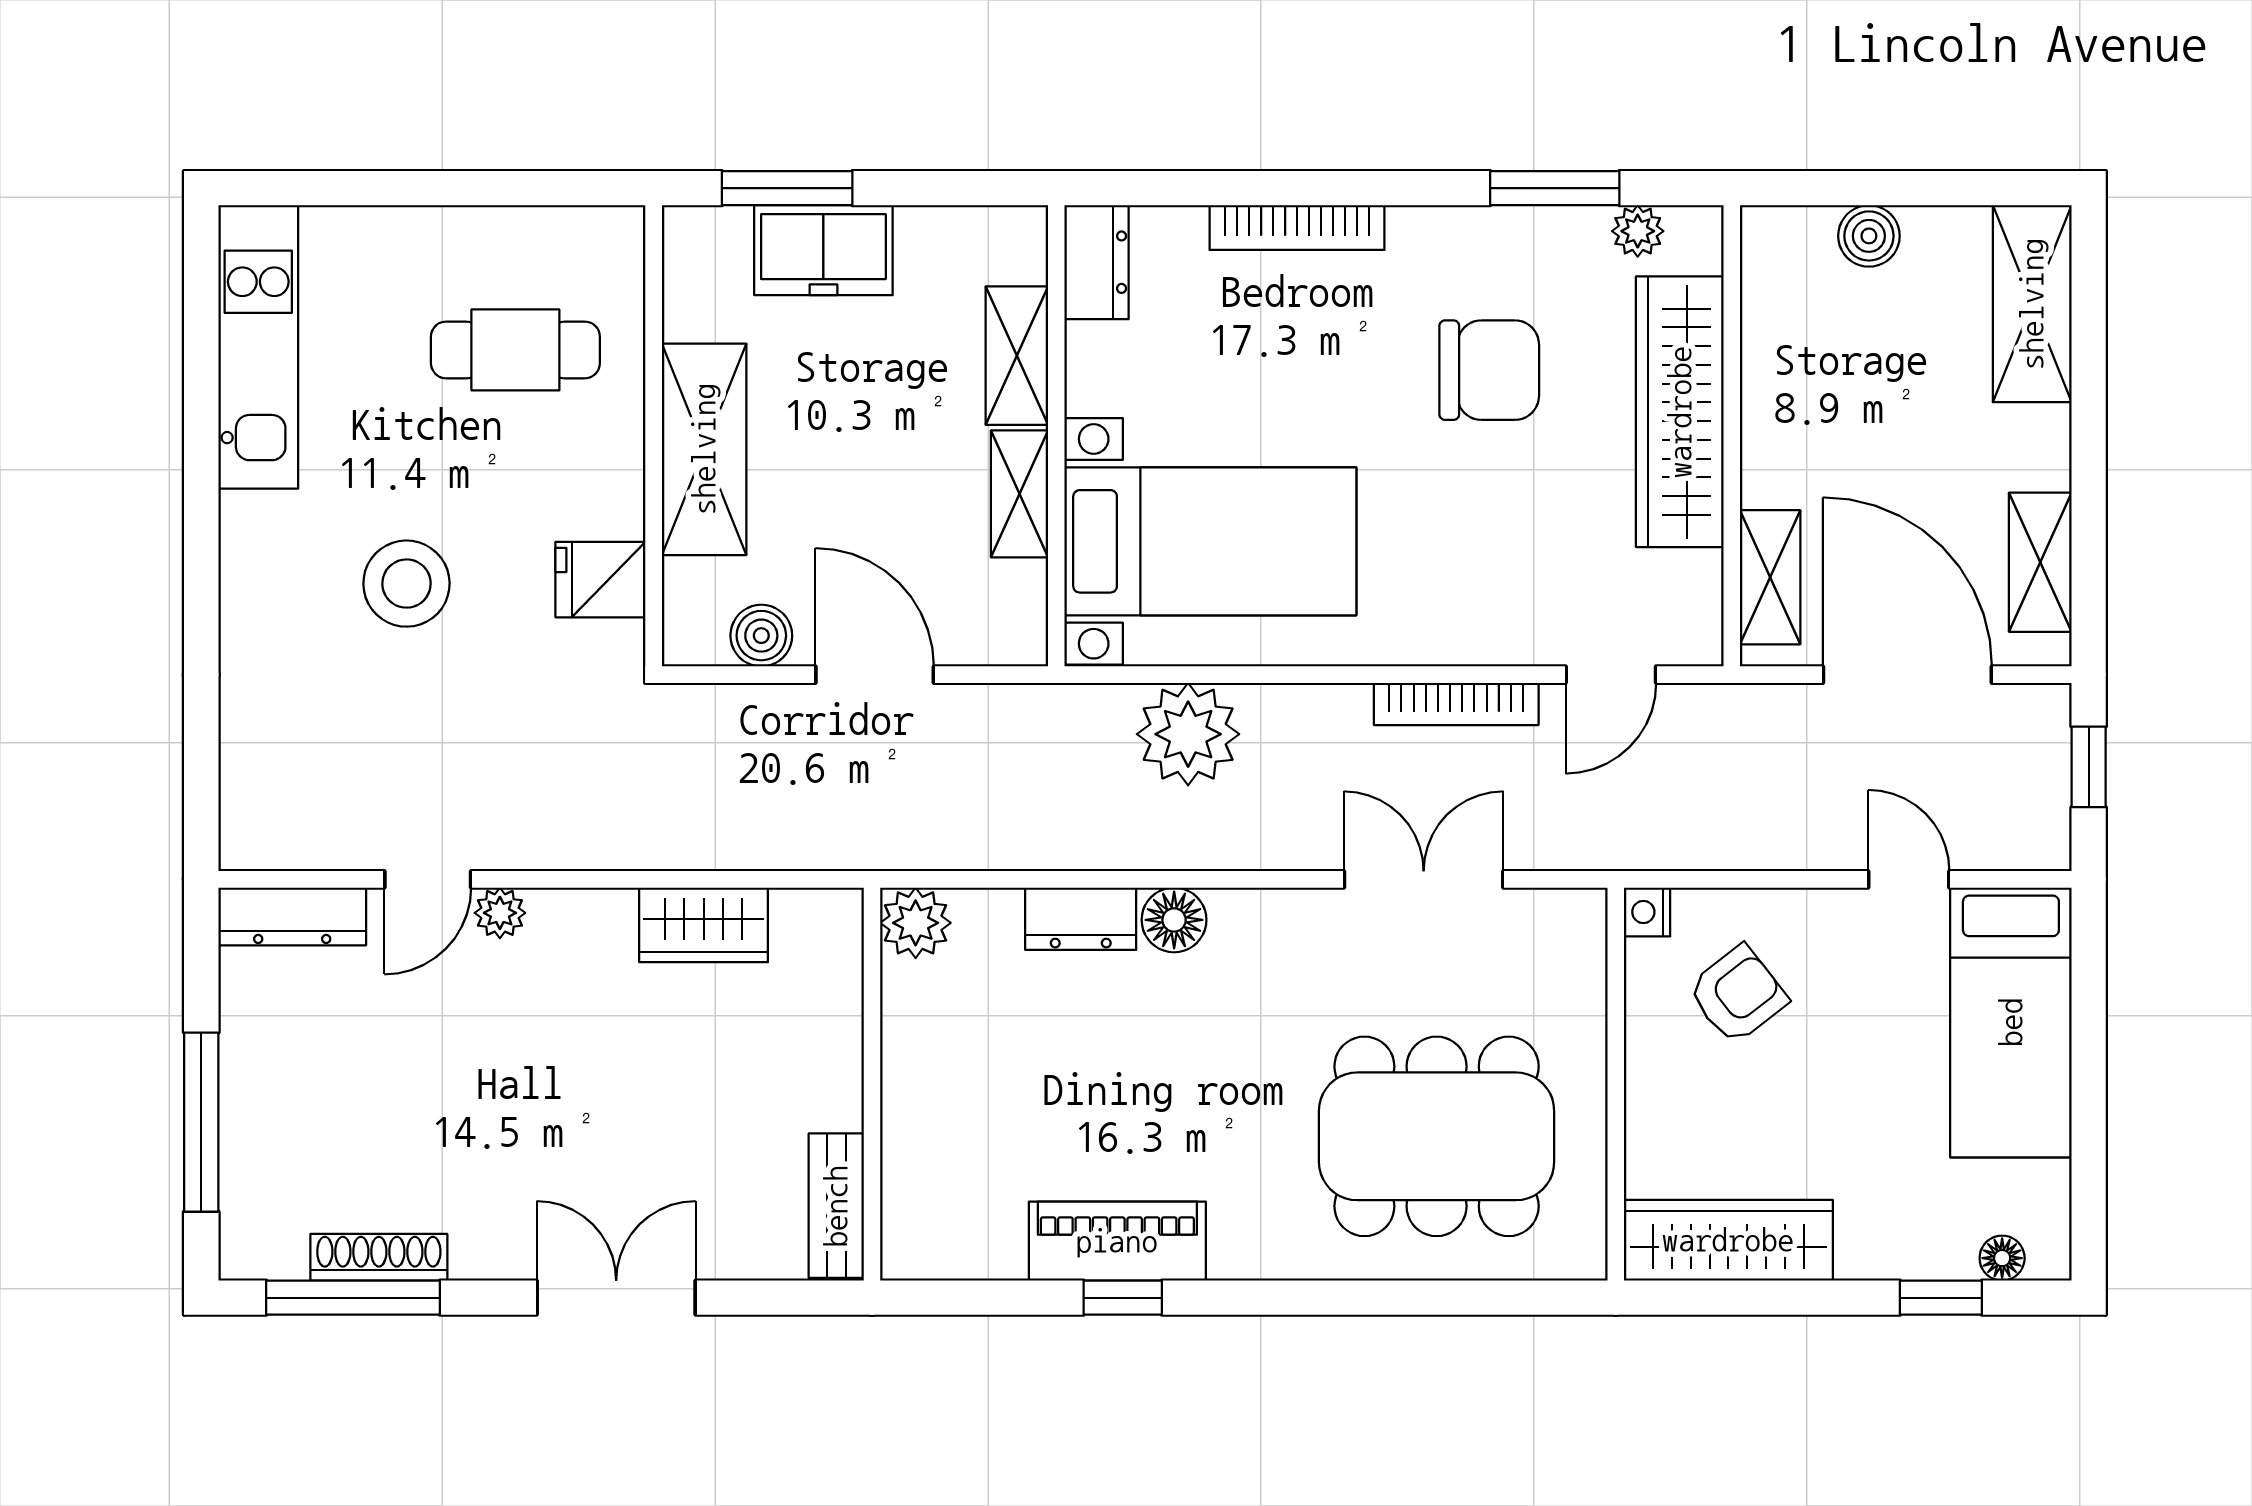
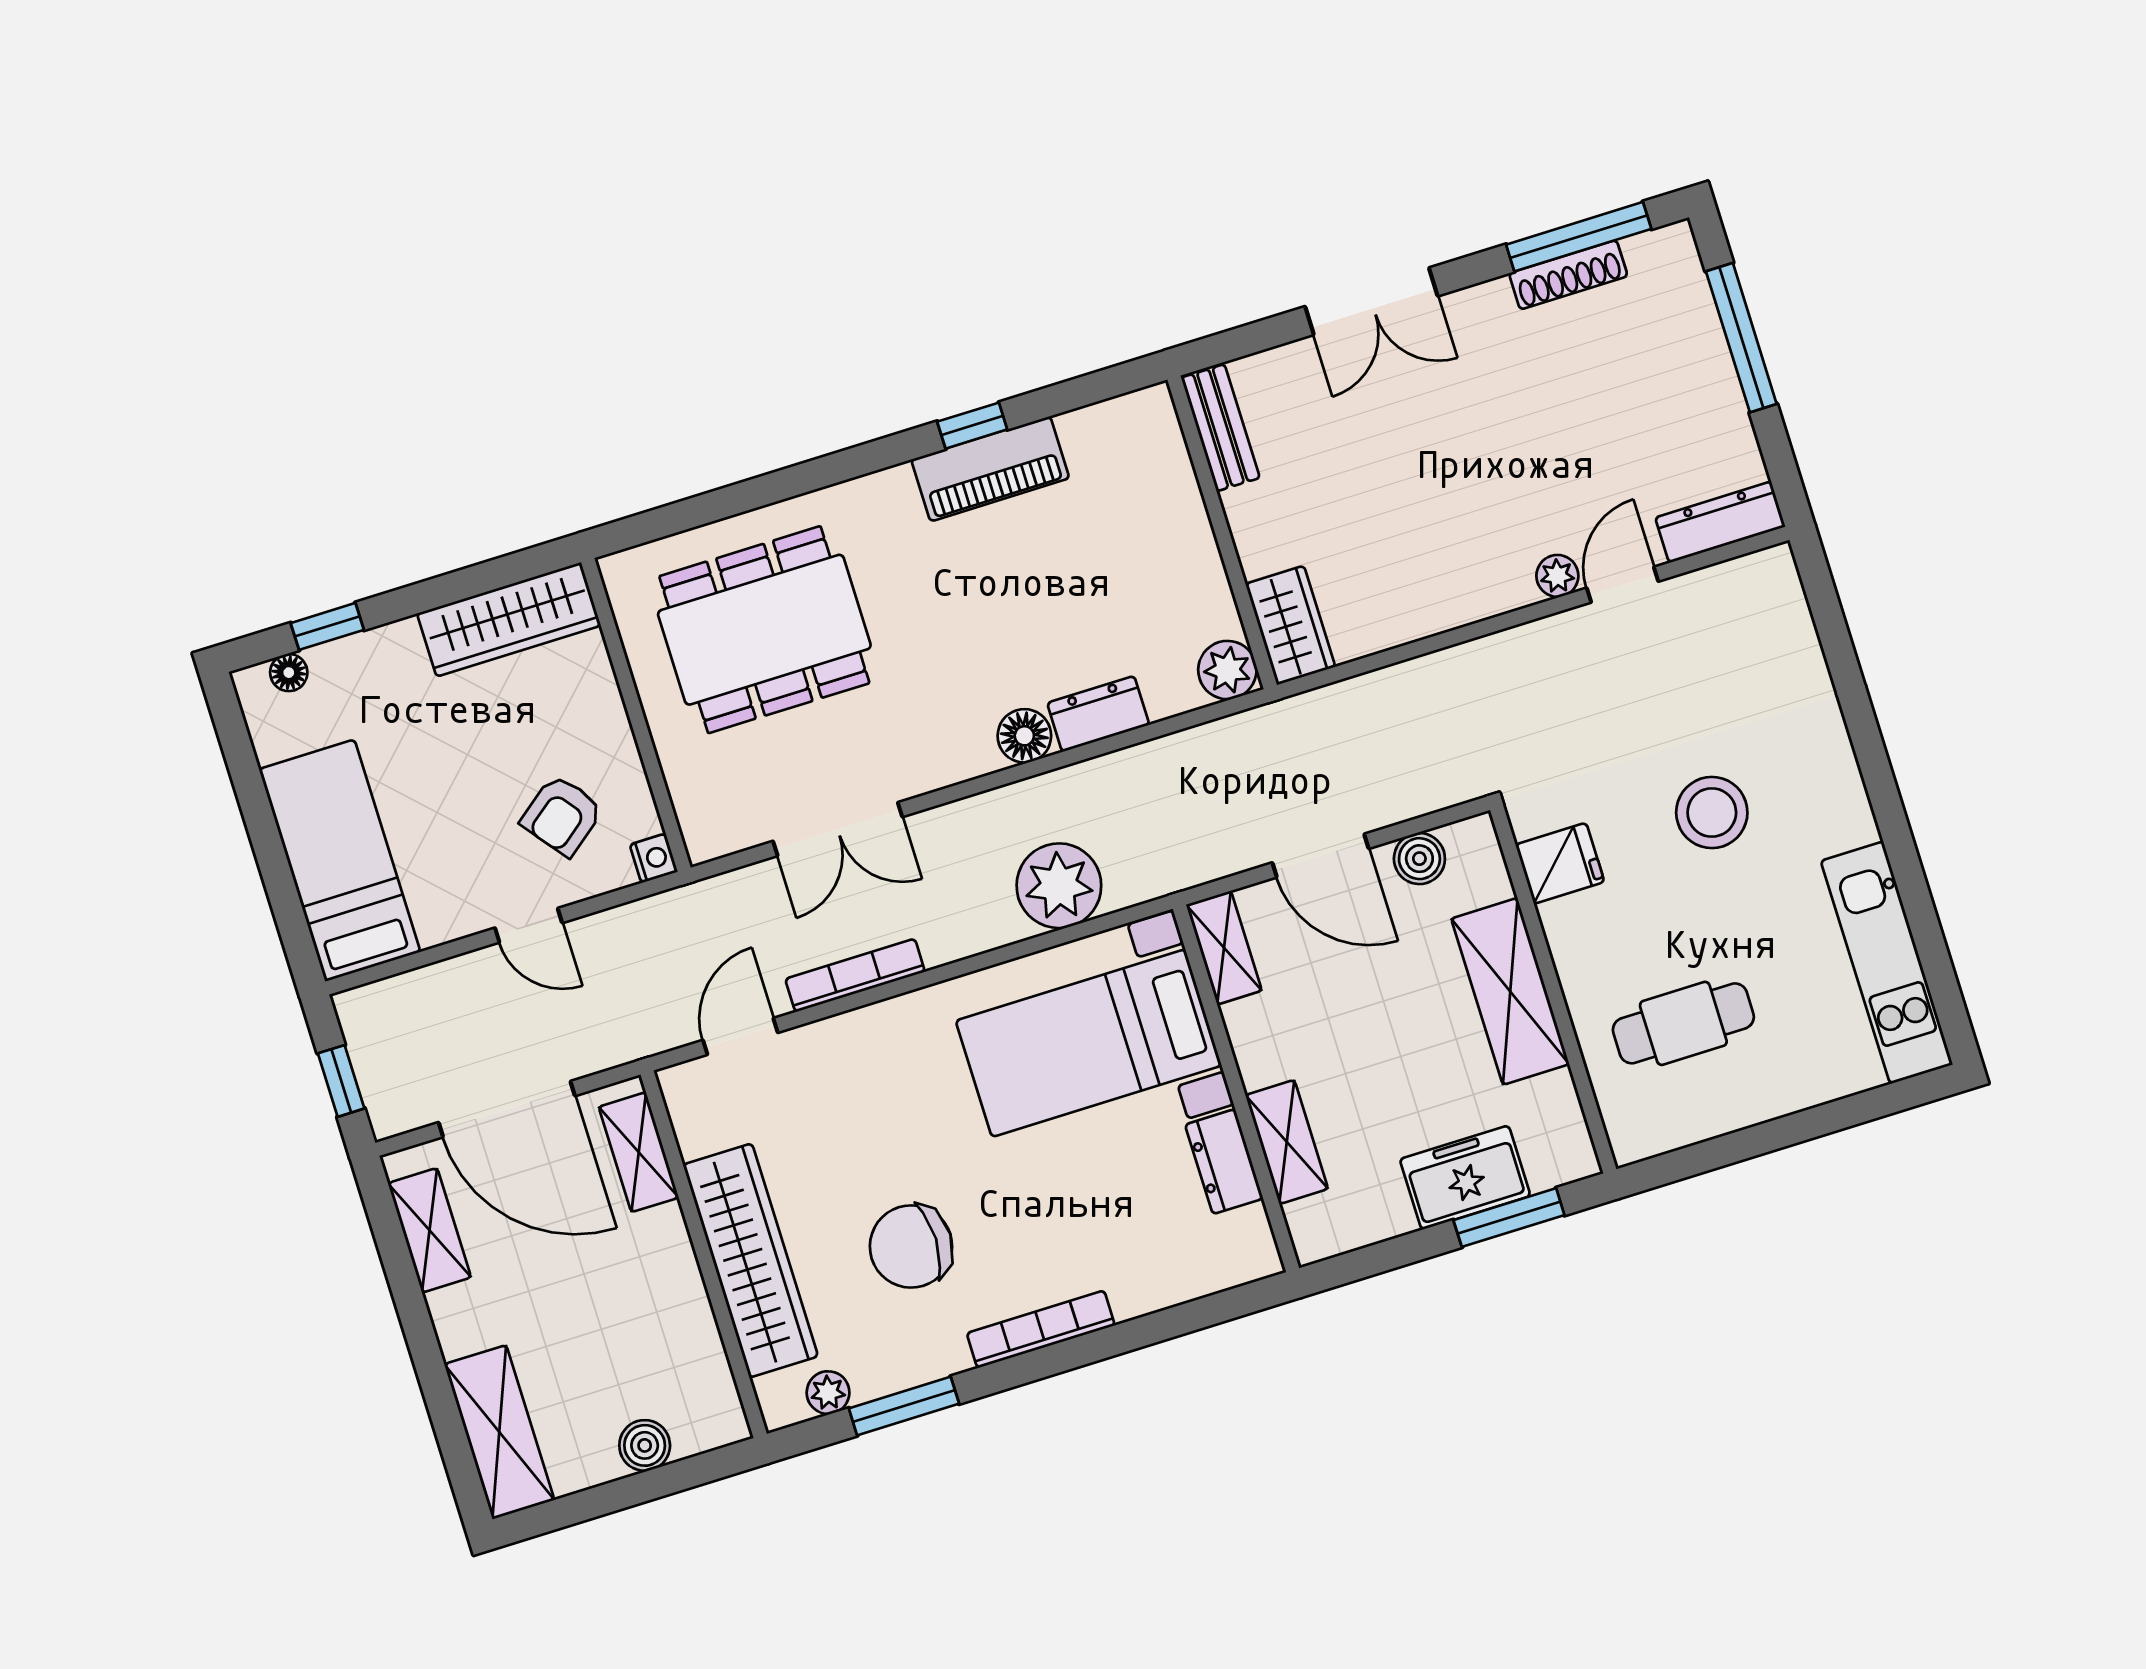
bookcase: (1297, 228) -> (1041, 1329), moved
dresser: (1097, 262) -> (1224, 1162), moved
shelving: (1019, 494) -> (1224, 948), moved
door: (1909, 879) -> (529, 925), moved
wardrobe: (704, 925) -> (1290, 625), moved, turned 90

